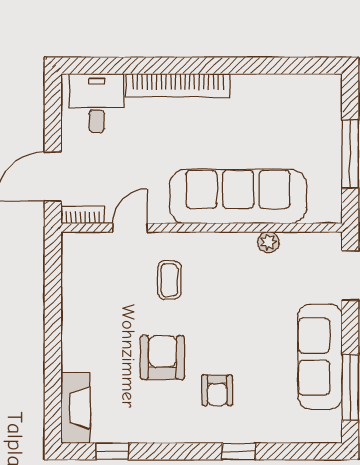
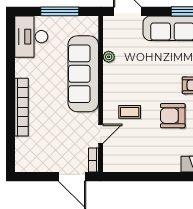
desk: (97, 103) -> (31, 37), moved, width x1.37
door: (130, 228) -> (101, 134), swing flipped

